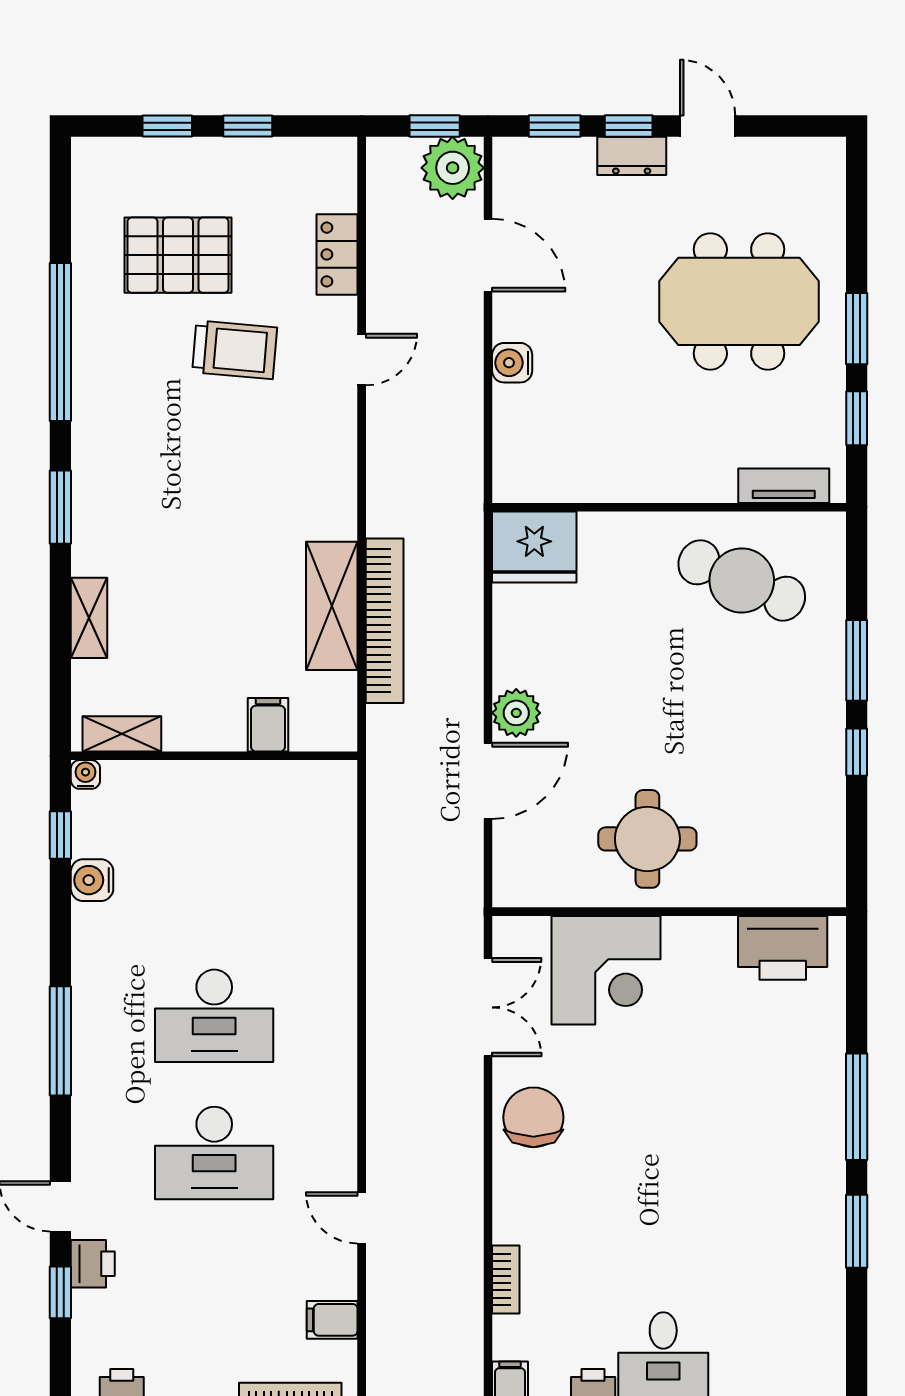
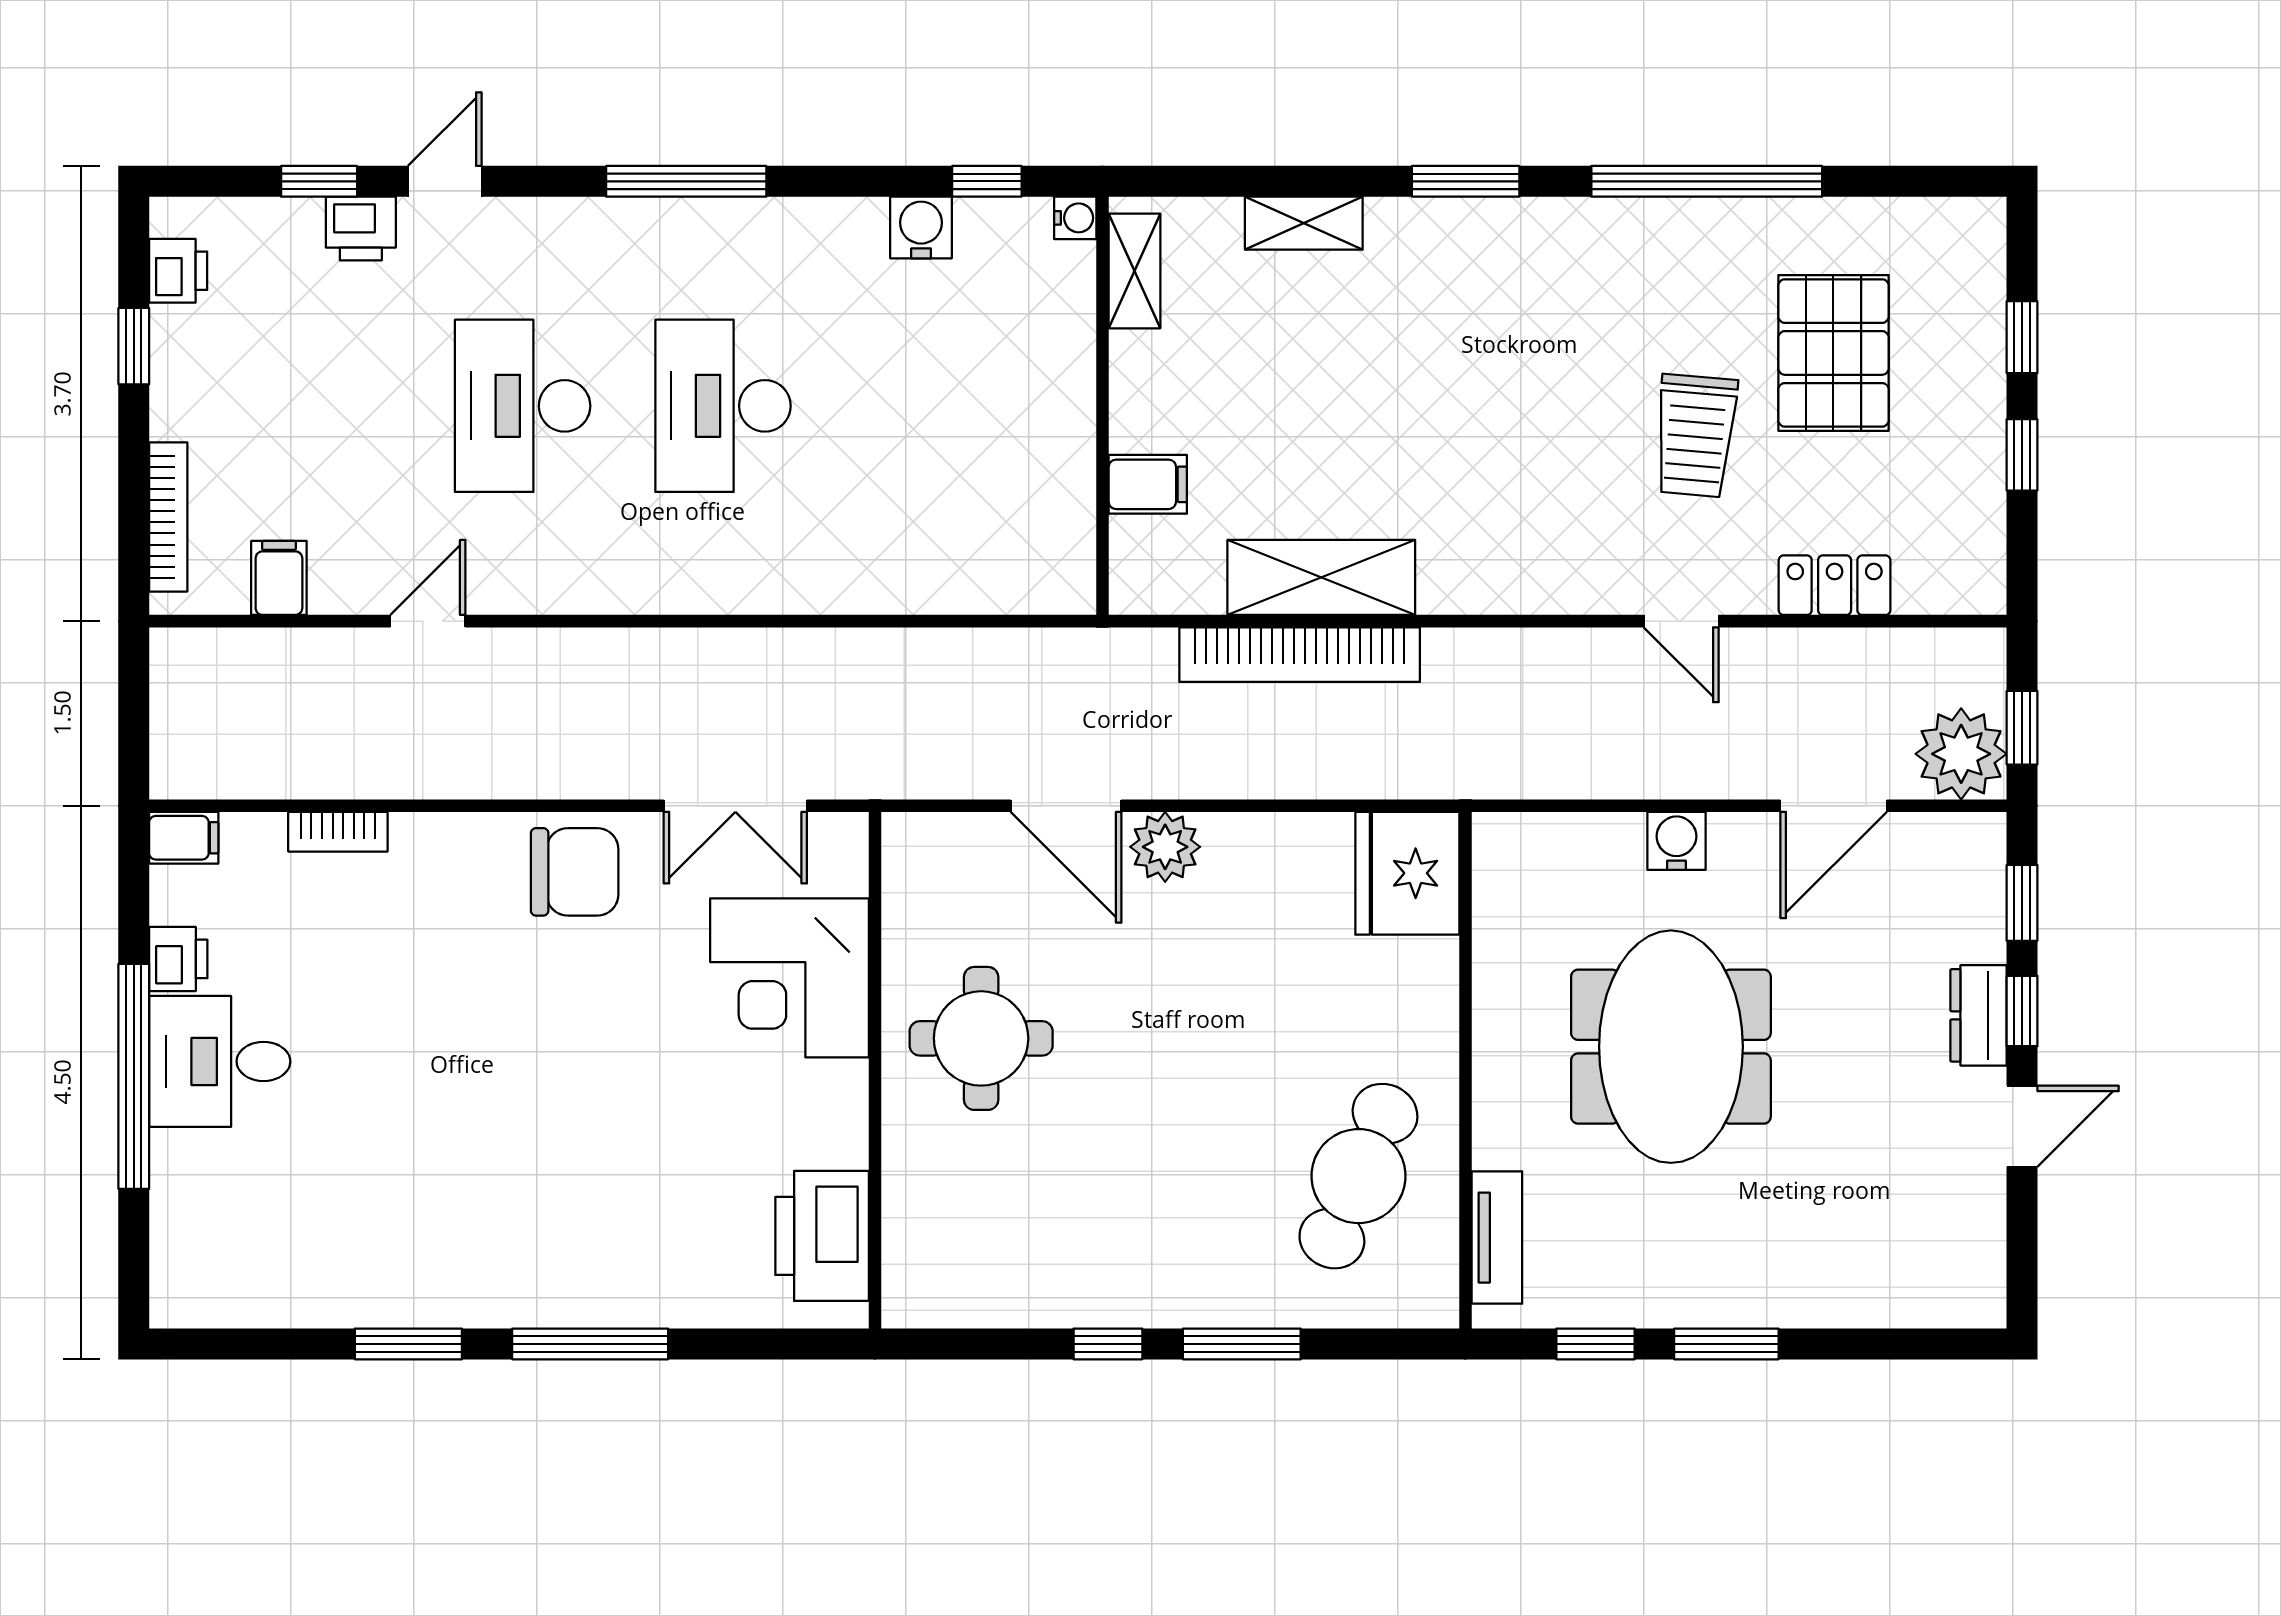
meeting table: (739, 301) -> (1671, 1047), moved

